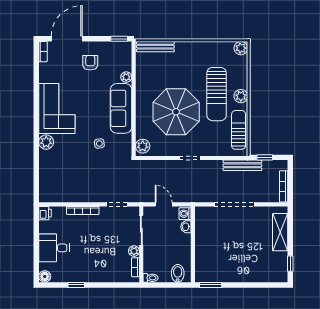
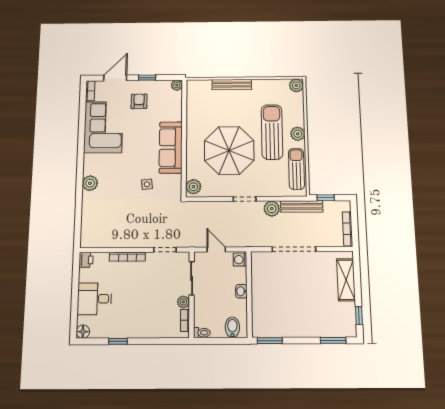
door: (67, 39) -> (115, 78), width x0.73
window: (119, 39) -> (147, 78), moved
bench: (155, 47) -> (232, 85), moved
plant: (126, 77) -> (177, 85), moved
sun lounger: (217, 94) -> (272, 132), turned 180
corner sofa: (57, 109) -> (103, 127), moved
plant: (215, 167) -> (272, 209), added
washbasin: (186, 227) -> (241, 291), moved
window: (266, 285) -> (333, 340), added

